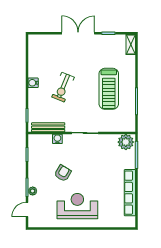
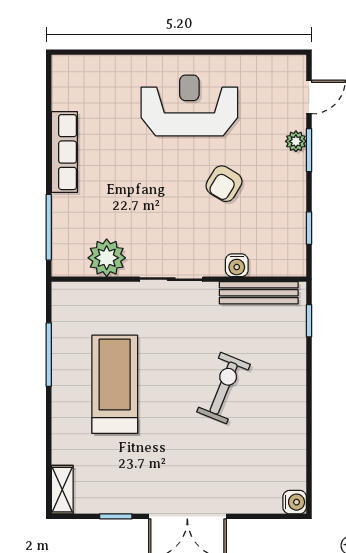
water cooler: (33, 83) -> (295, 502), moved
plant: (126, 142) -> (107, 258), moved
row of seats: (130, 193) -> (64, 152), width x0.73
reception desk: (77, 206) -> (189, 105), turned 180

